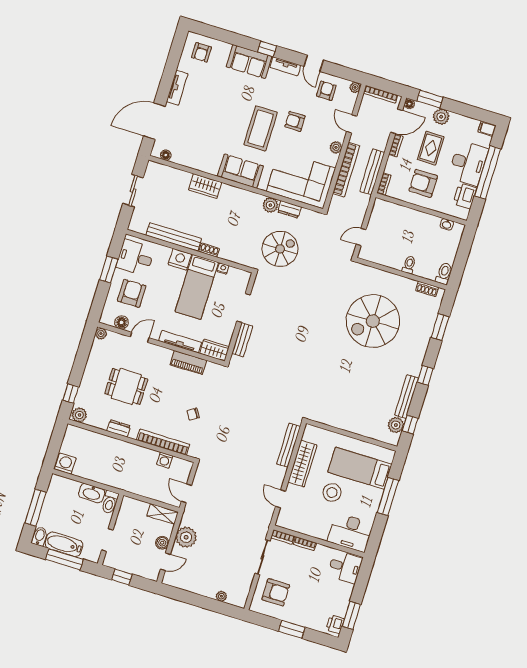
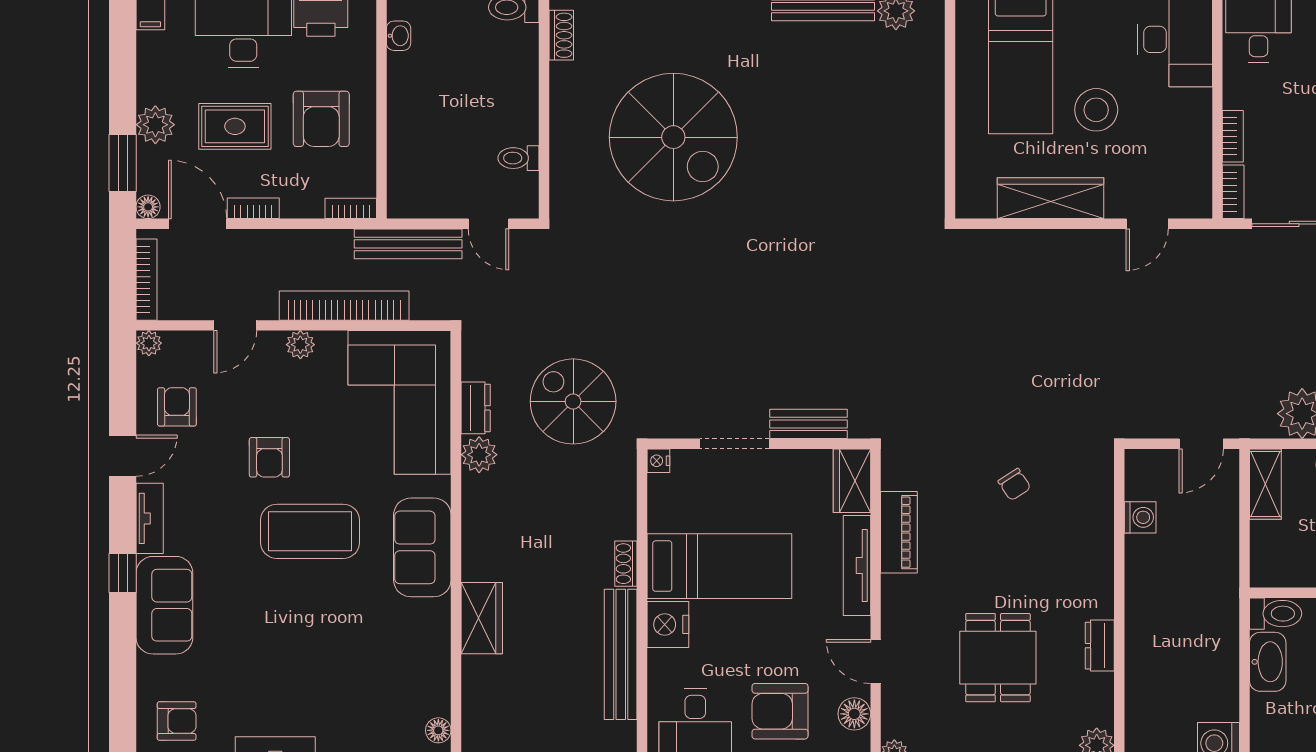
armchair: (326, 91) -> (177, 407), turned 90
bench: (372, 172) -> (408, 244), moved
toilet: (409, 265) -> (518, 158), moved
nightstand: (223, 268) -> (658, 461), moved
bookcase: (163, 442) -> (1100, 533), removed
bench: (288, 445) -> (1018, 243), removed

